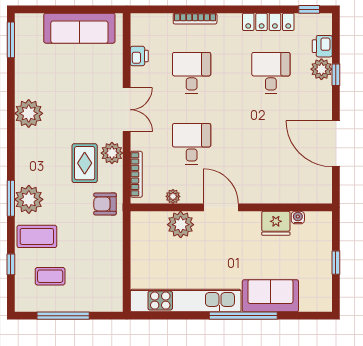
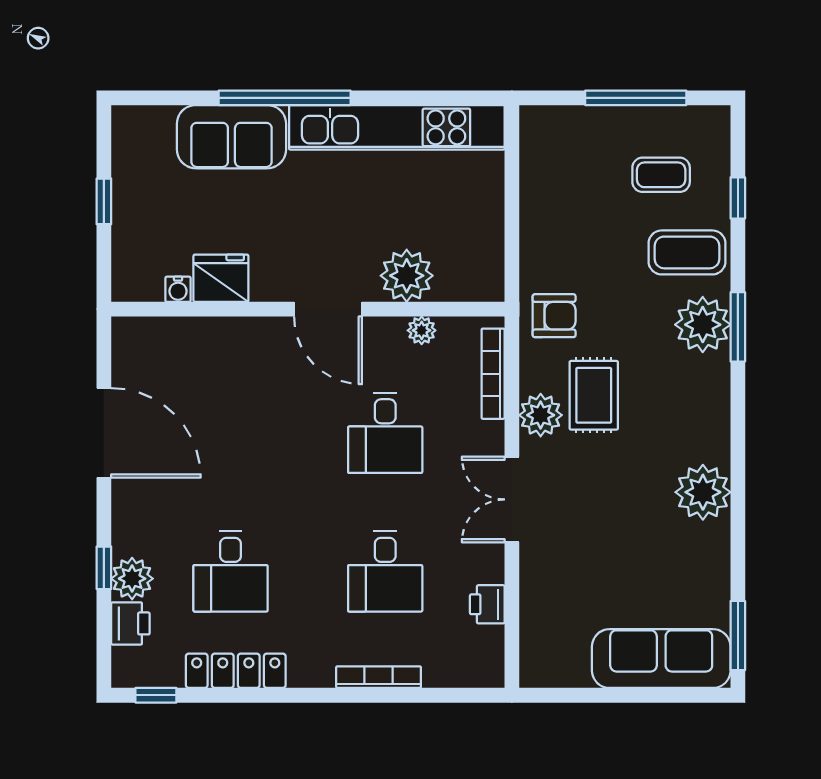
sofa: (79, 28) -> (661, 659), moved

